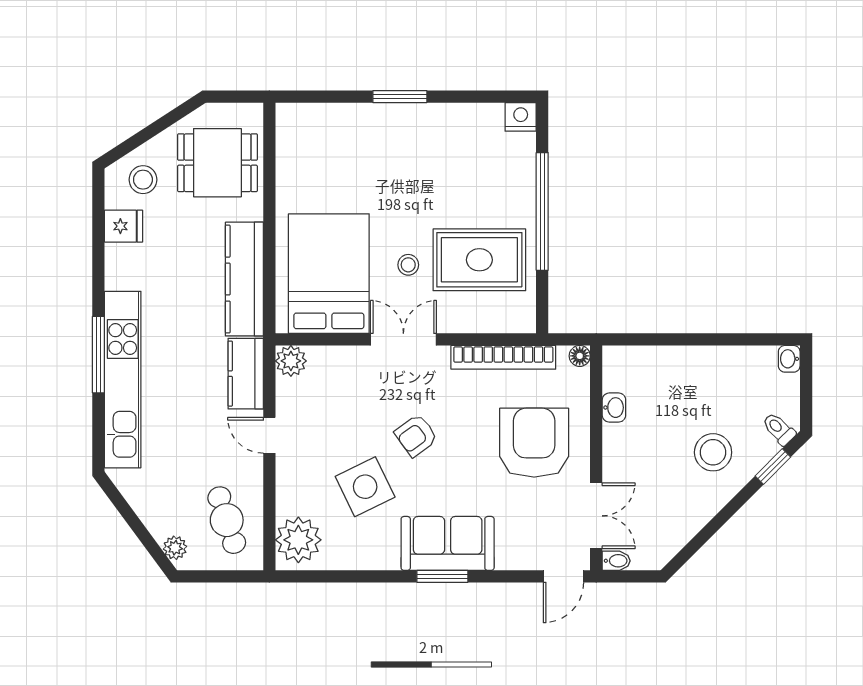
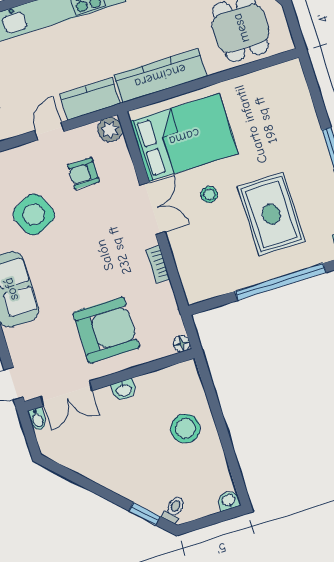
rug: (479, 260) -> (271, 214), moved
bookcase: (503, 357) -> (158, 264), width x0.43, depth x0.76
washbasin: (614, 408) -> (124, 390), moved
armchair: (416, 436) -> (83, 173), moved, turned -54
stool: (713, 452) -> (185, 429), moved

